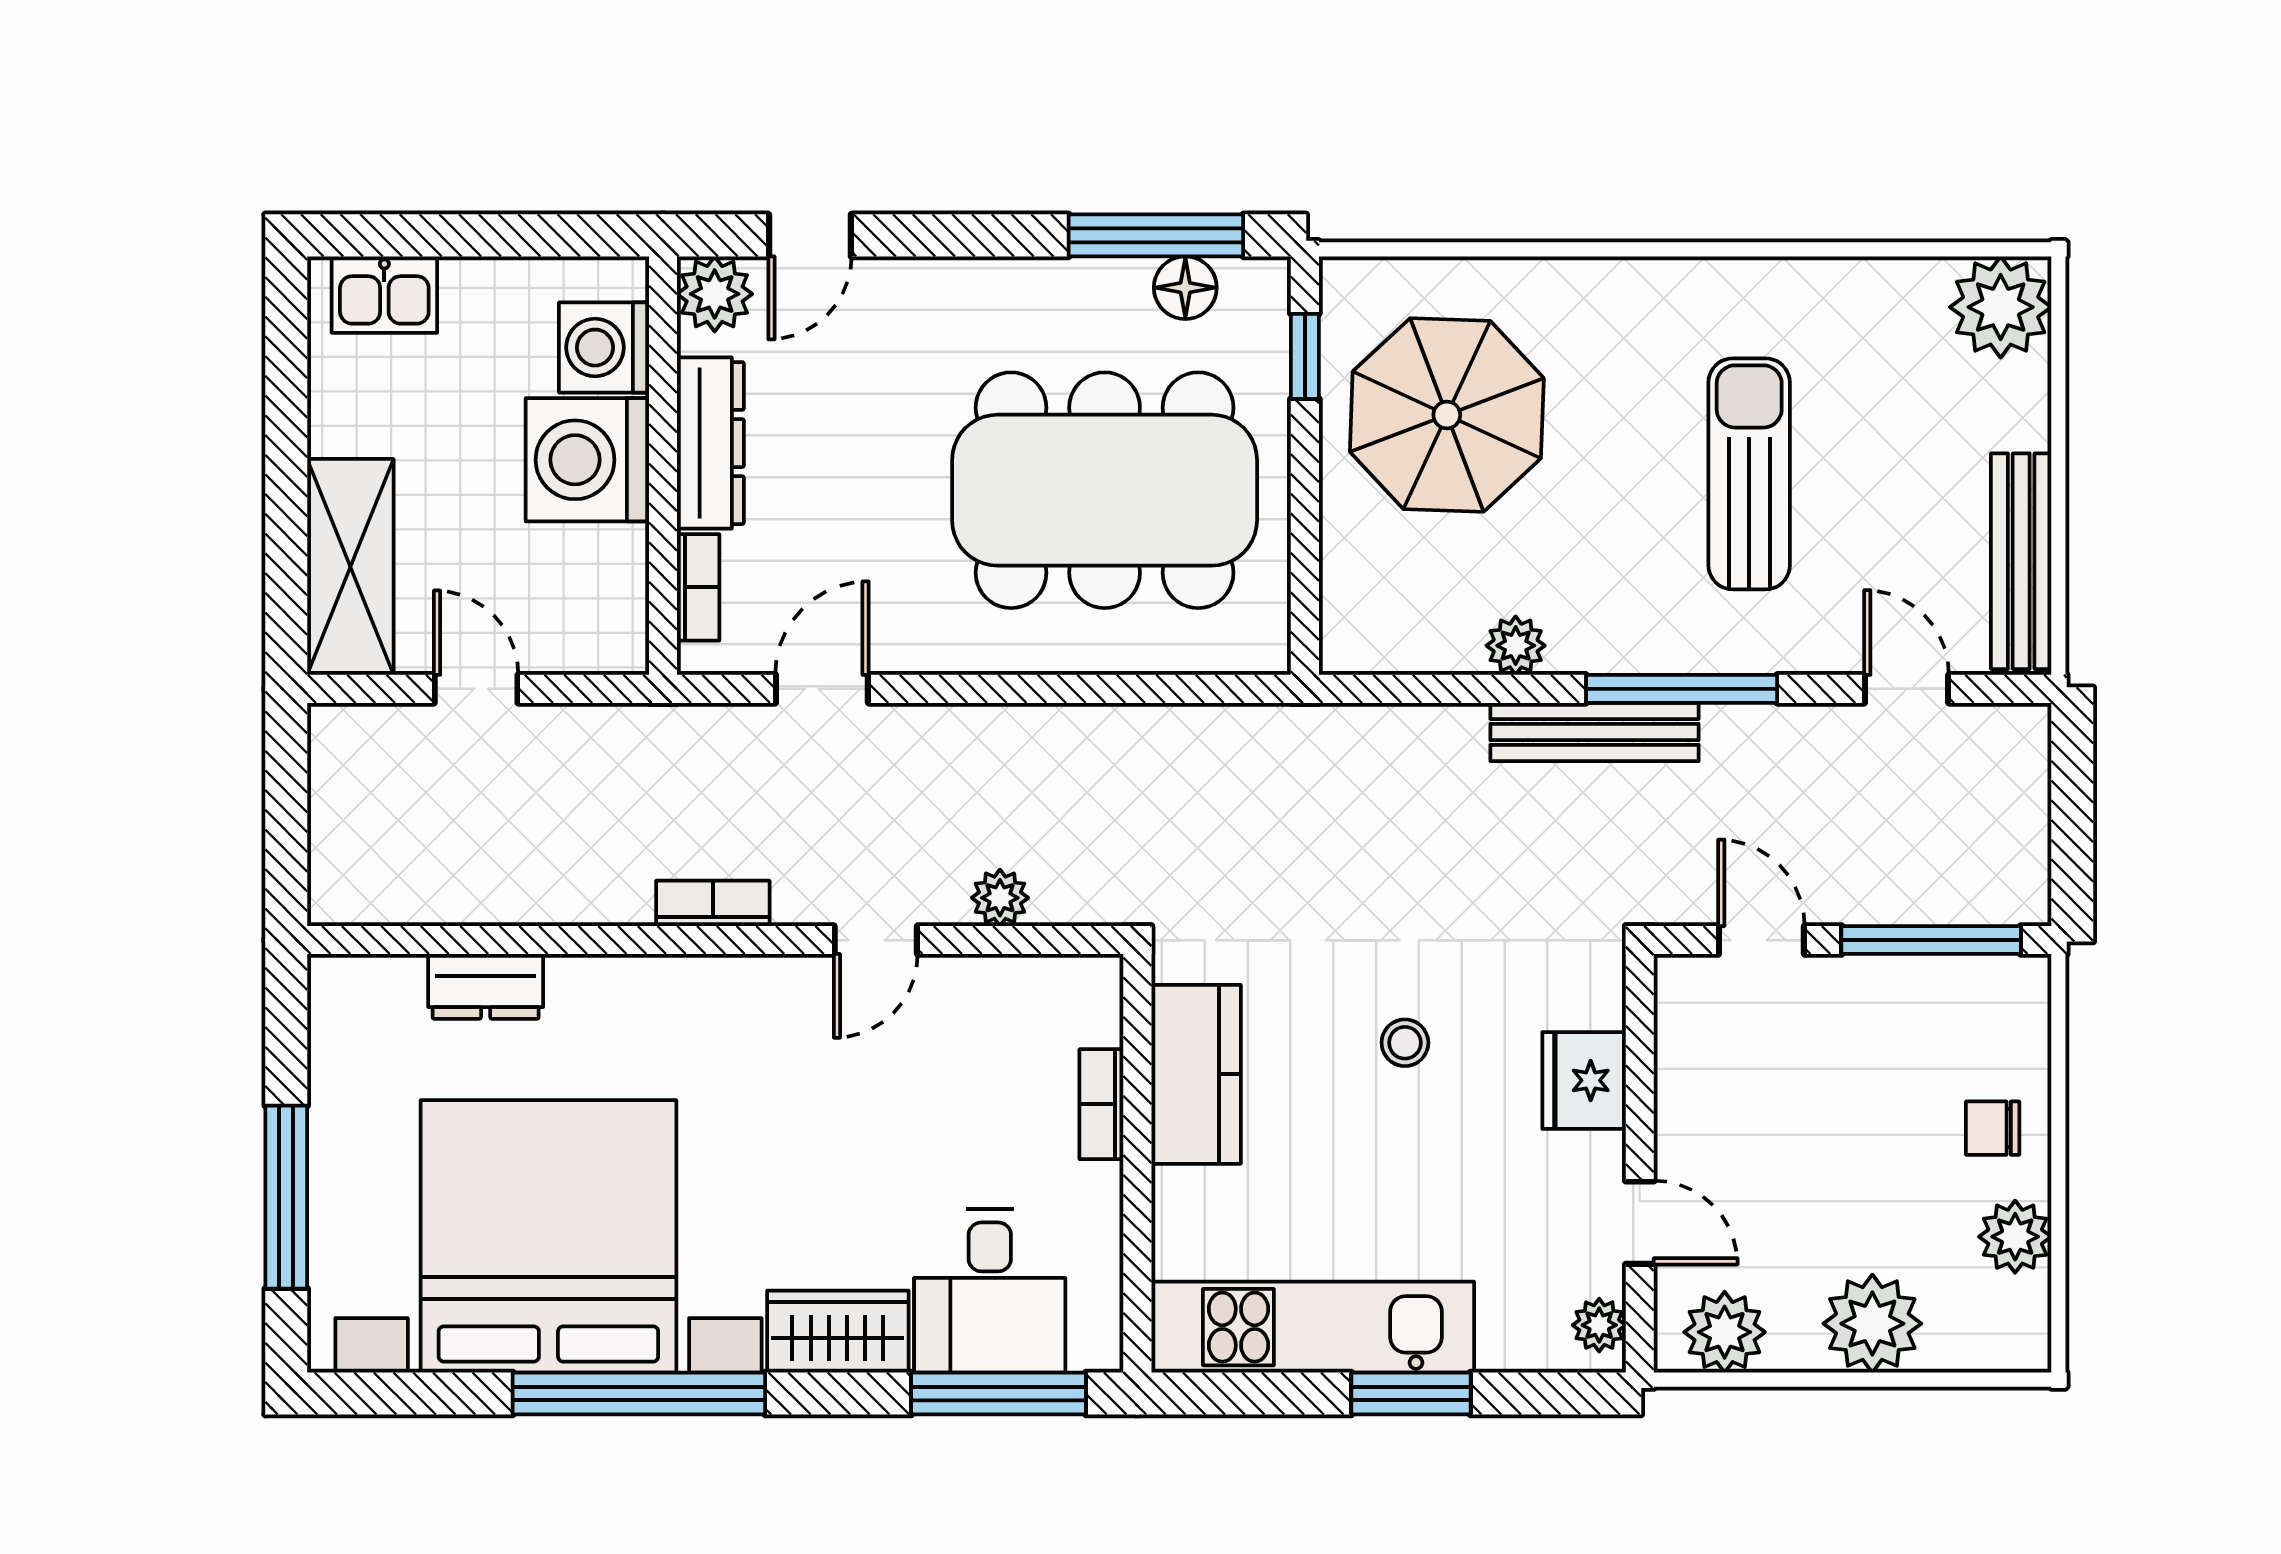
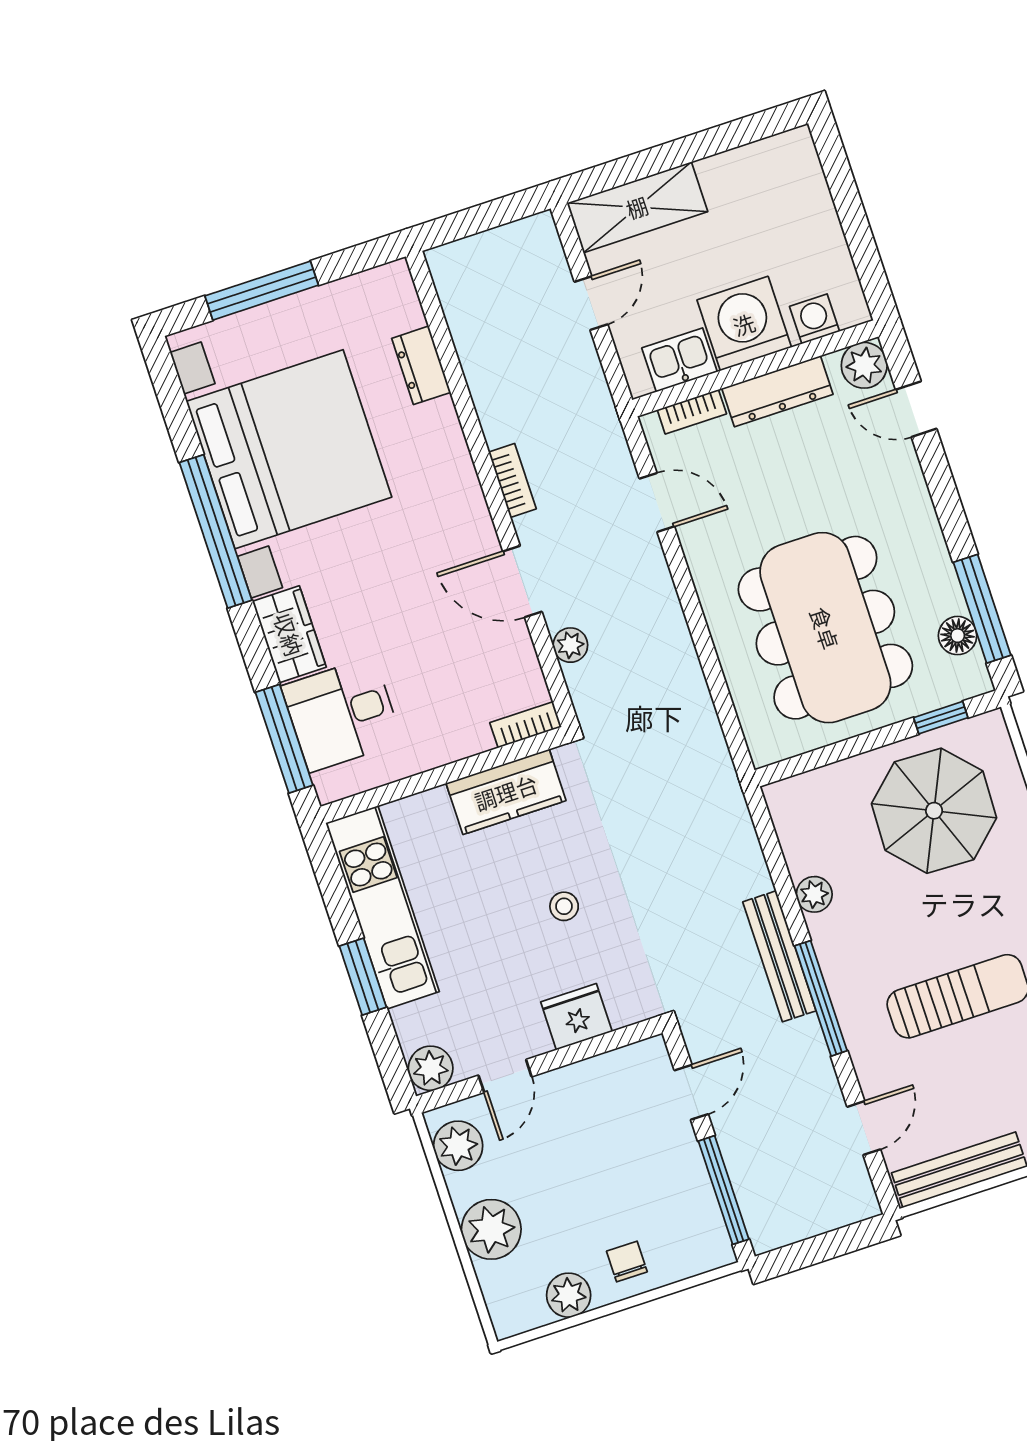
kitchen sink: (384, 295) -> (679, 360), moved, turned 90
washing machine: (604, 348) -> (815, 319), width x0.73, depth x0.73
door: (876, 940) -> (522, 581), width x1.38
bookcase: (1101, 1104) -> (526, 725), moved
plant: (1599, 1325) -> (431, 1068), width x1.38, depth x1.38

